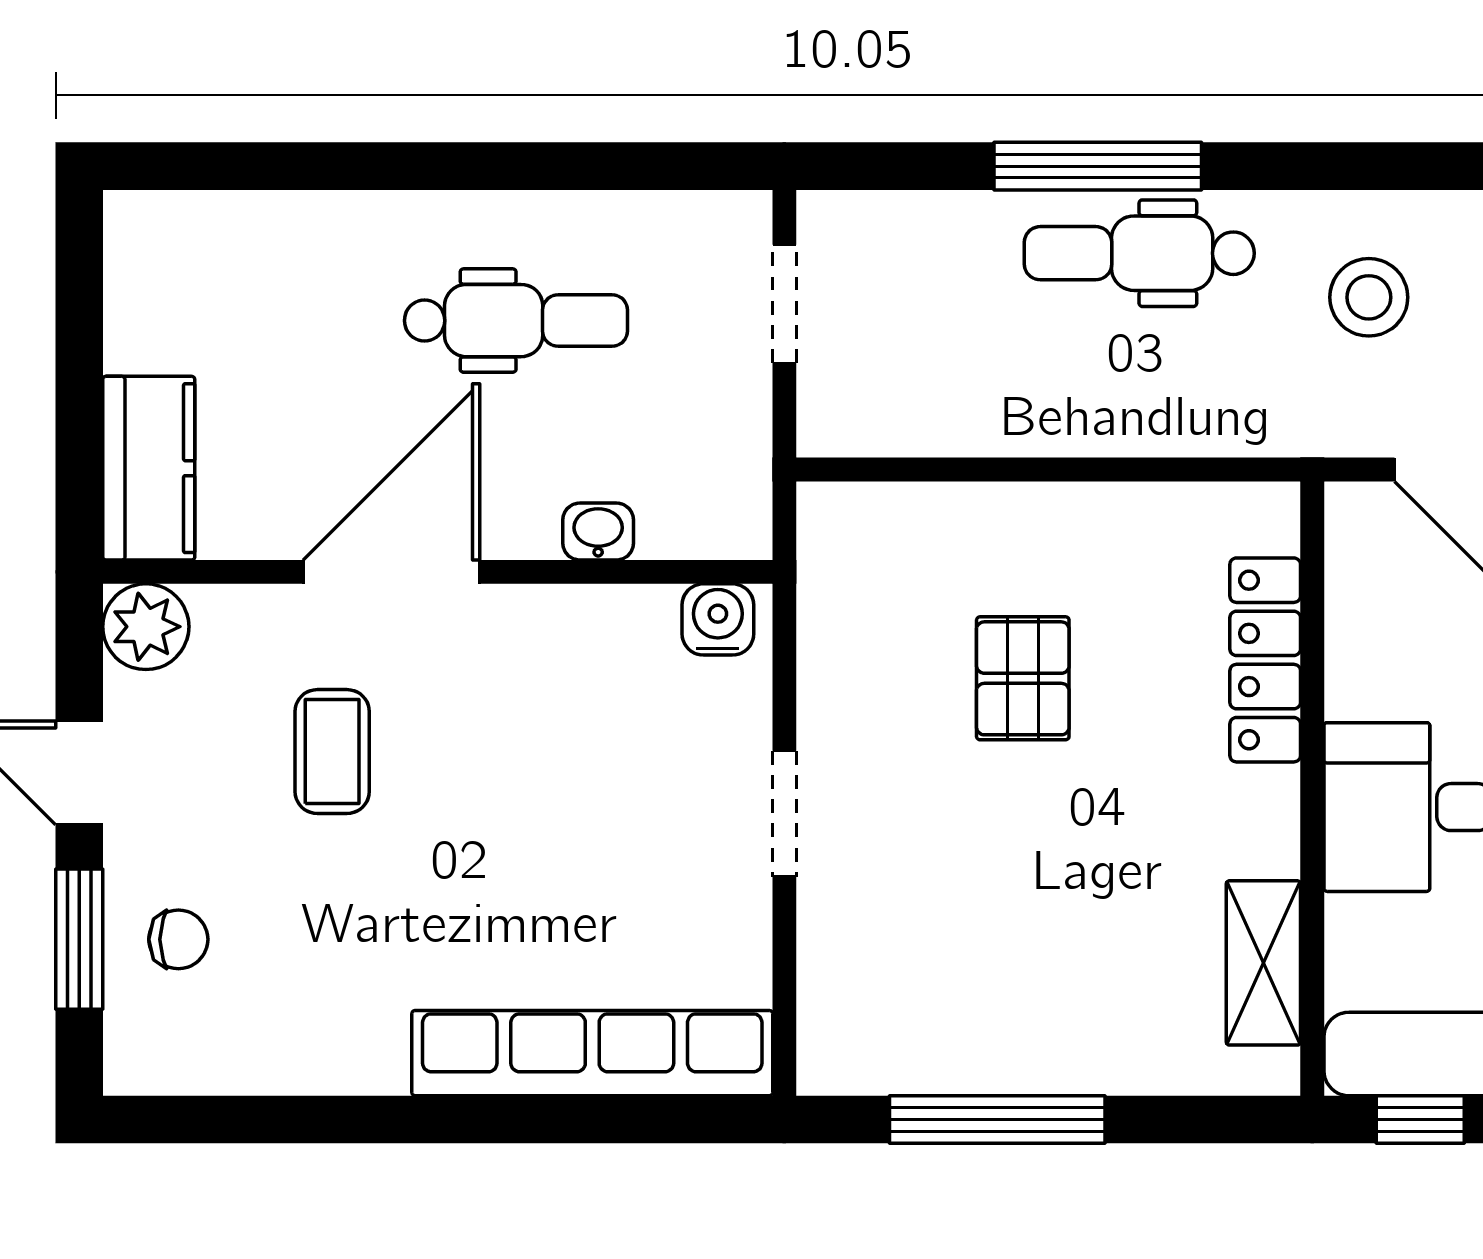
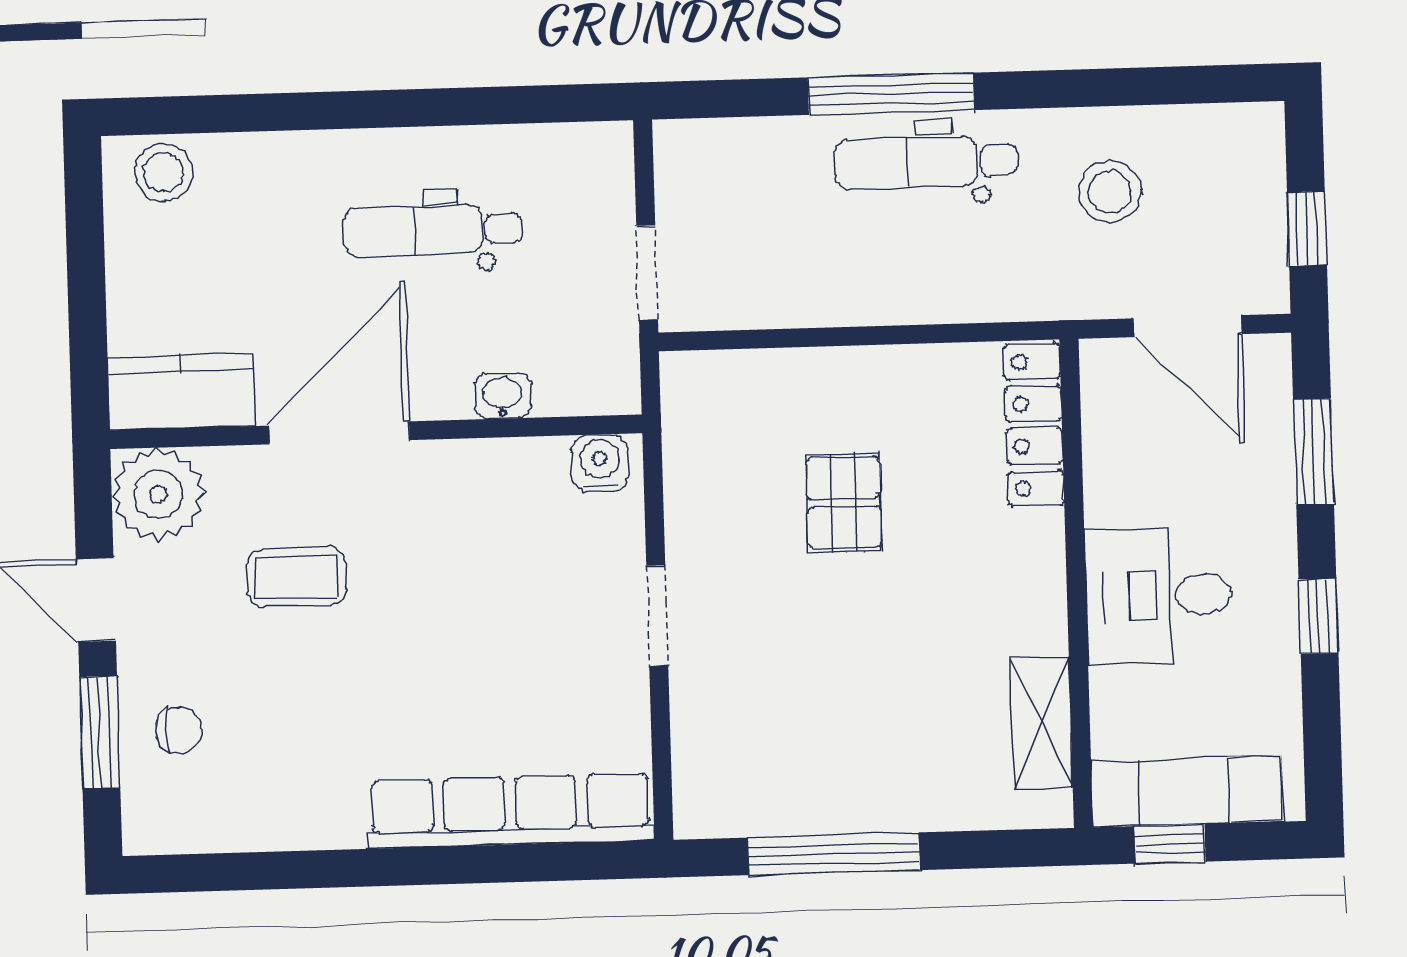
stool: (180, 238) -> (164, 172), added
doorway: (784, 304) -> (647, 273), moved
dental chair: (516, 321) -> (432, 230), turned 180
kitchen counter: (149, 468) -> (182, 392), moved, turned -90
plant: (146, 627) -> (158, 494), width x1.36, depth x1.36
locker: (1265, 660) -> (1034, 425), moved
coffee table: (332, 752) -> (296, 577), turned 90

